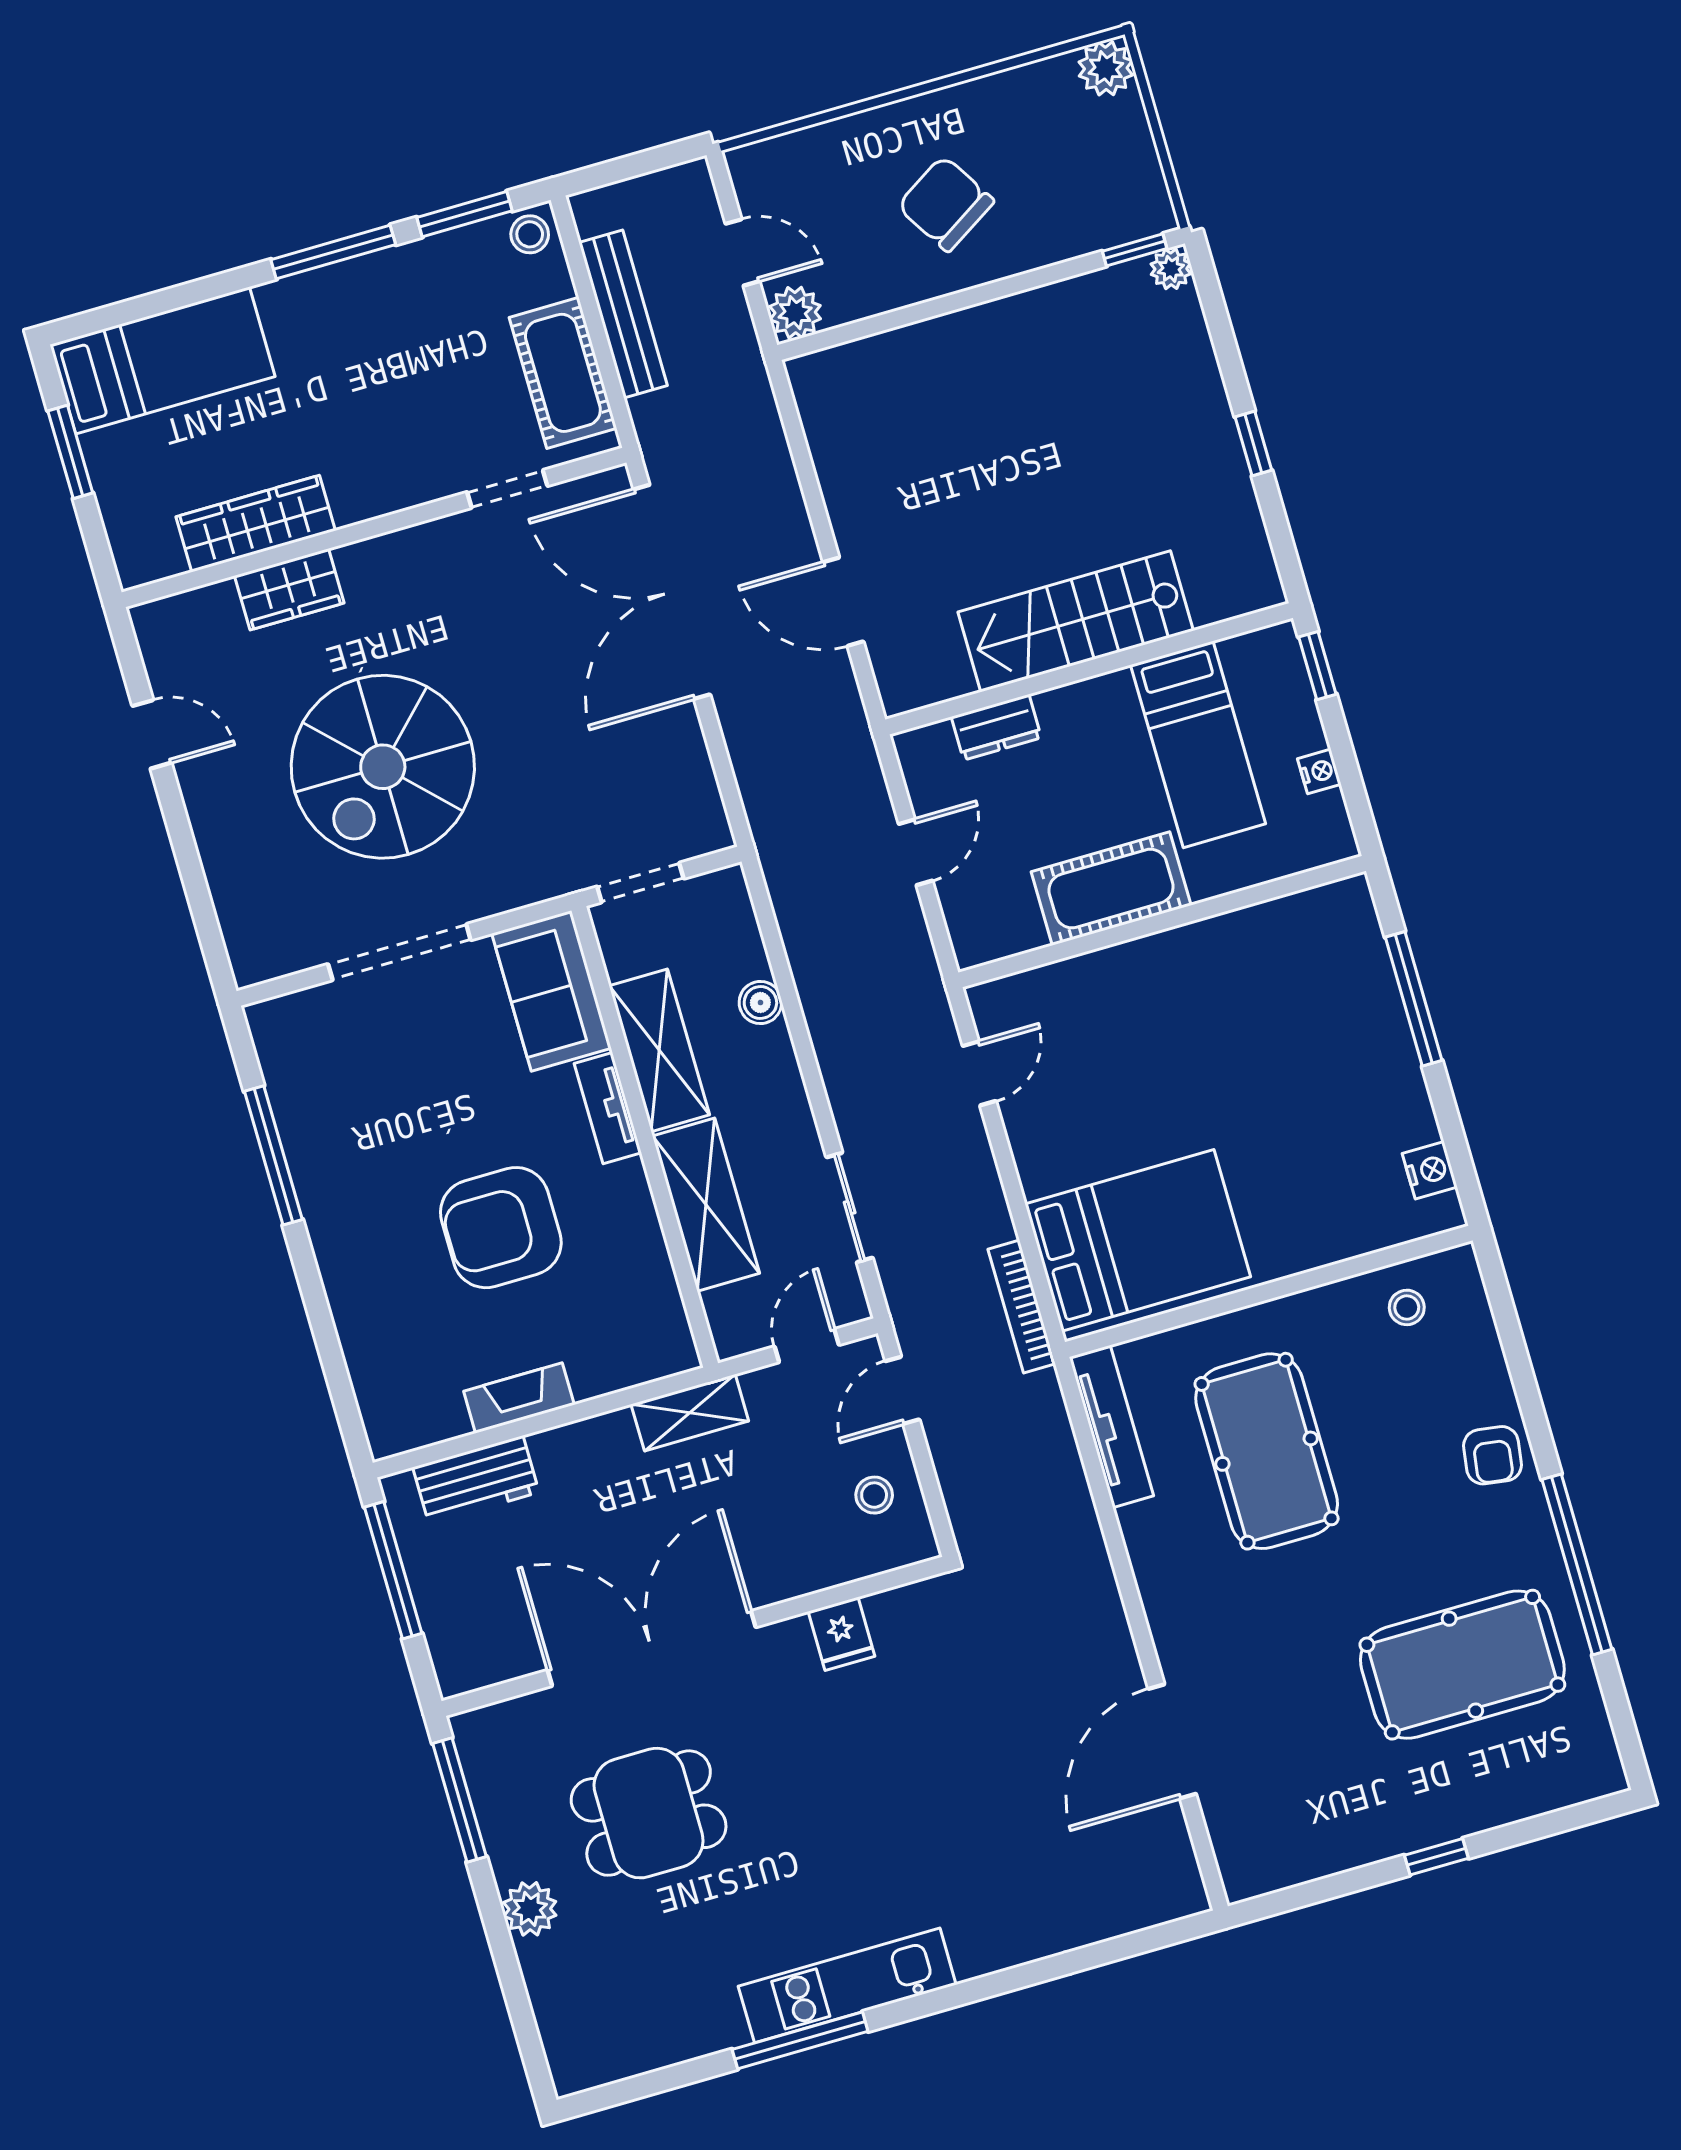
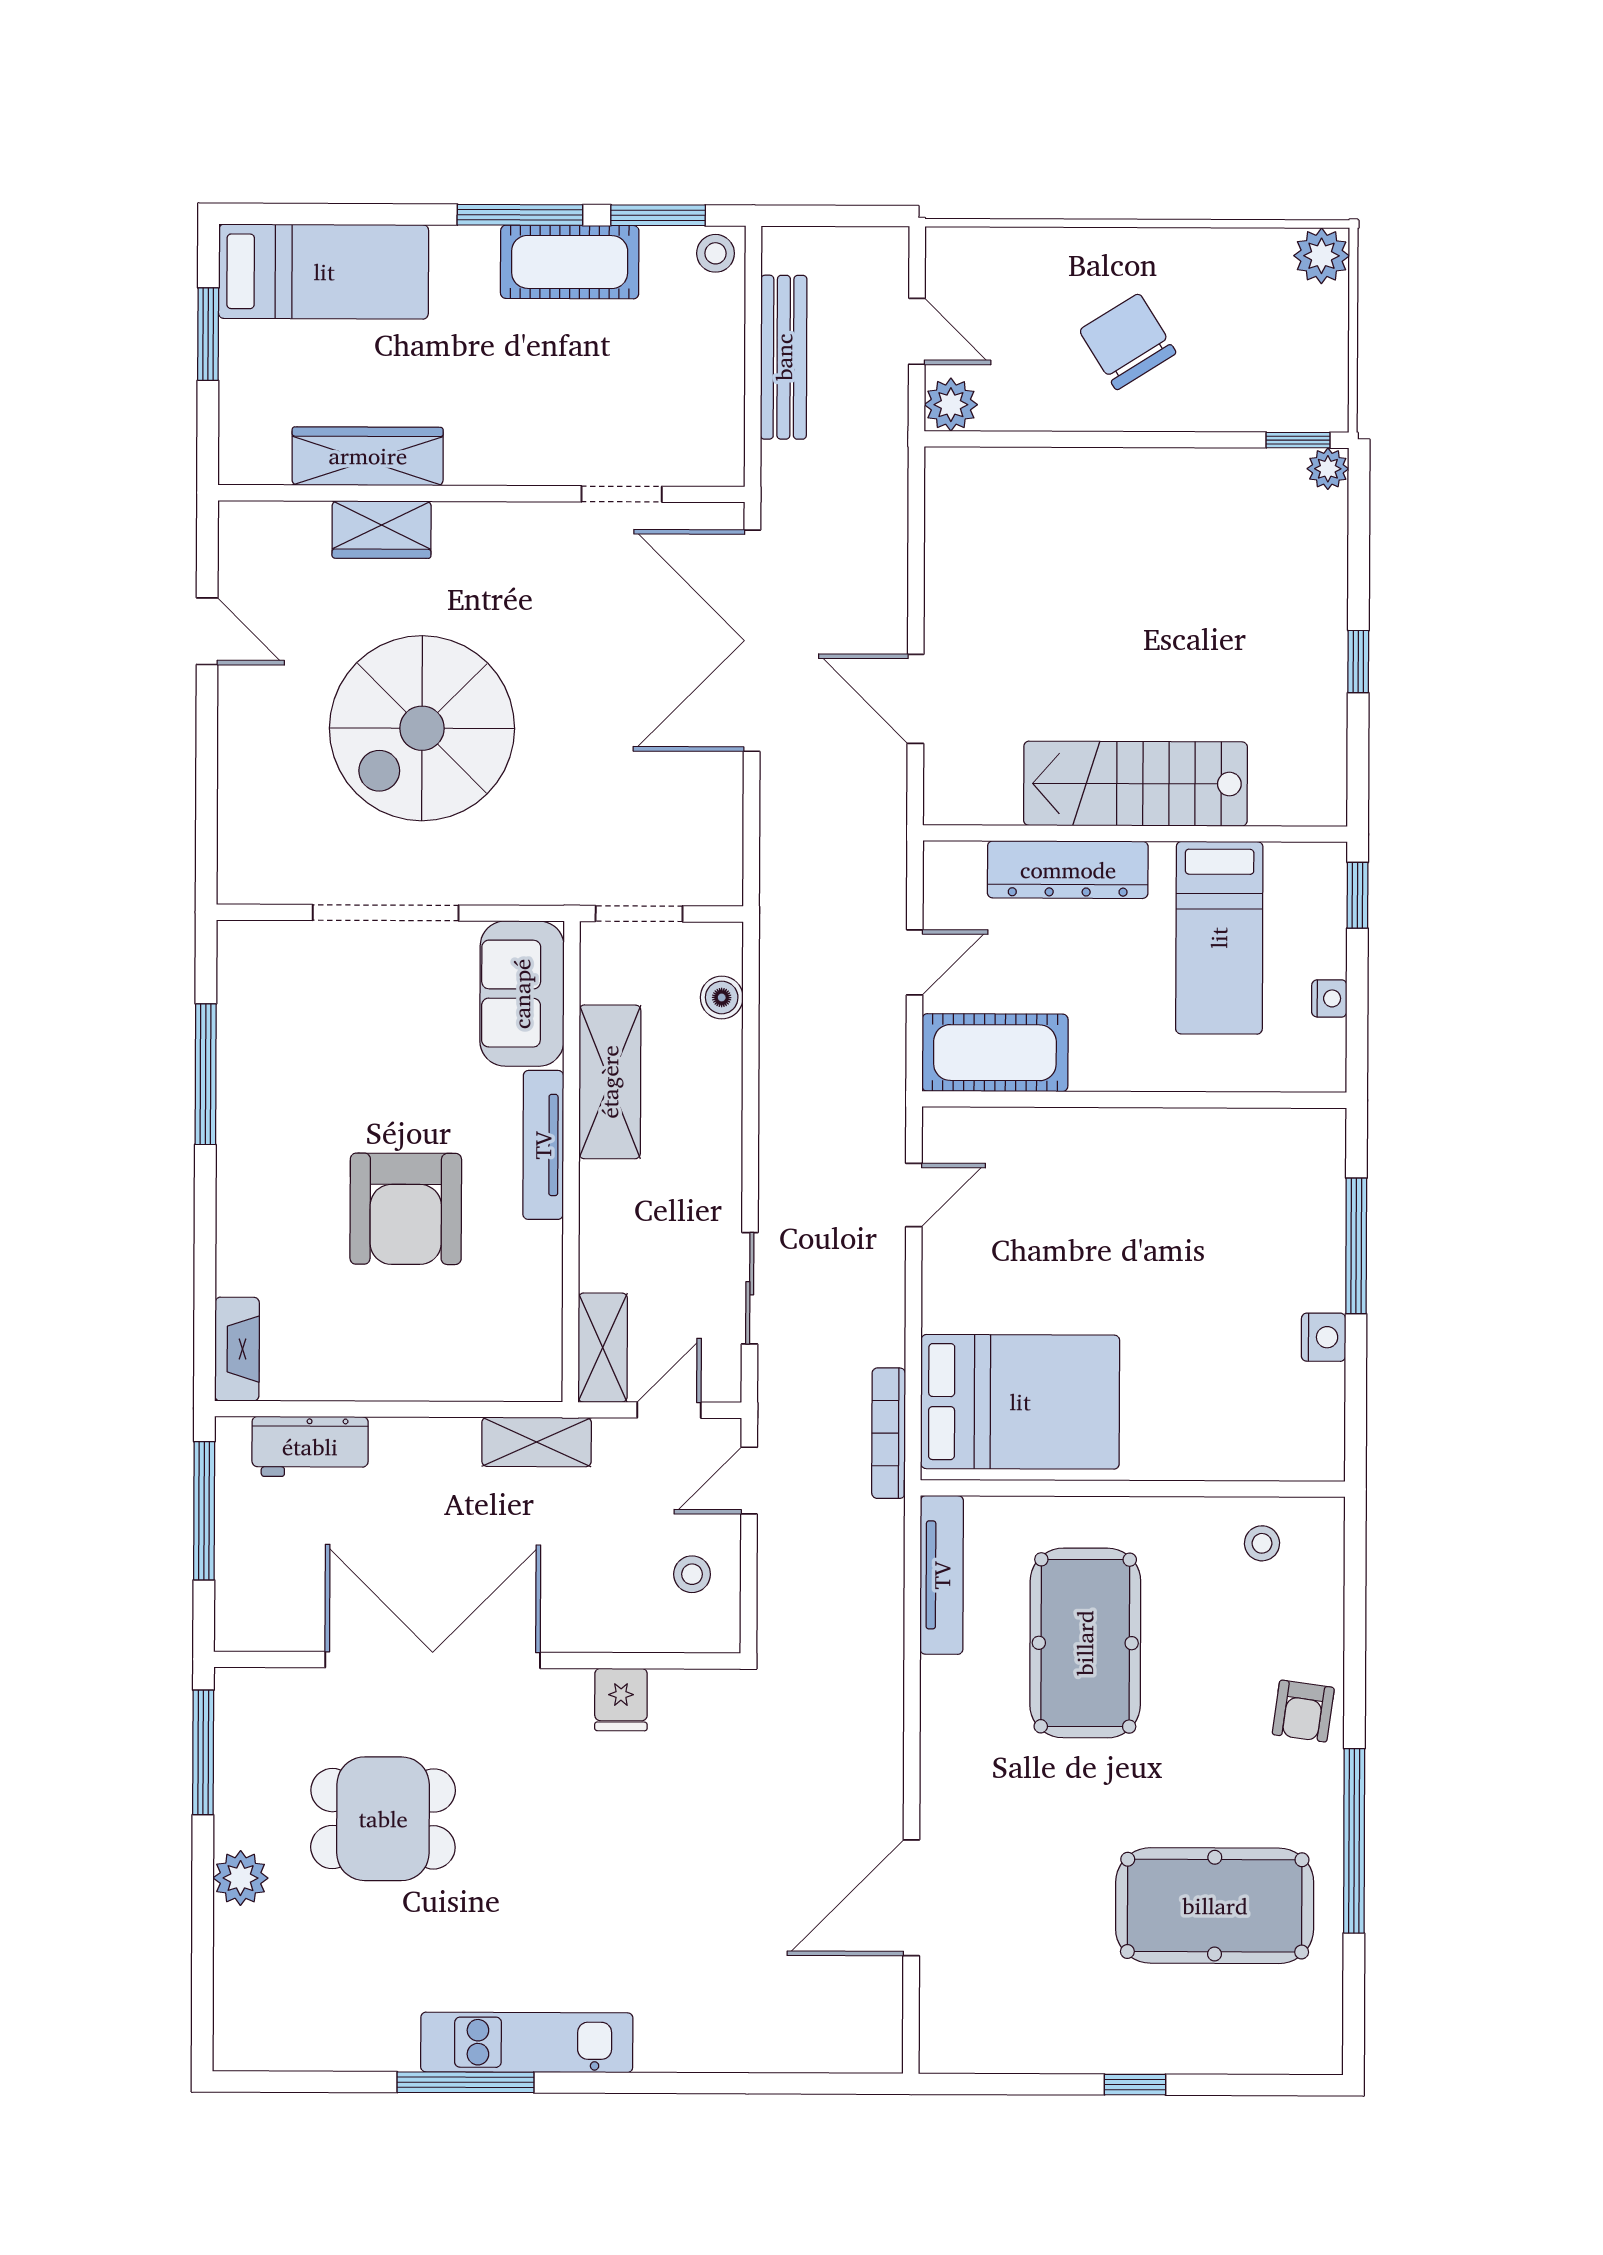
cot: (563, 373) -> (570, 262), moved, turned 90
dresser: (996, 727) -> (1068, 870), width x1.96, depth x1.24
cot: (1111, 889) -> (995, 1053), moved
boiler: (760, 1002) -> (722, 997), moved
tv unit: (608, 1108) -> (543, 1145), width x1.41
nightstand: (1430, 1170) -> (1324, 1337), moved
shelving: (706, 1205) -> (603, 1348), moved, width x0.67, depth x0.75
armchair: (501, 1228) -> (406, 1209), turned -90
fireplace: (519, 1398) -> (237, 1349), moved, turned 90

